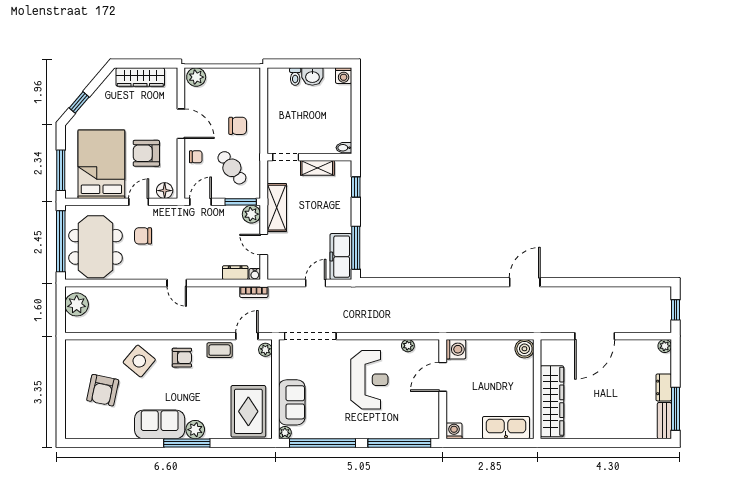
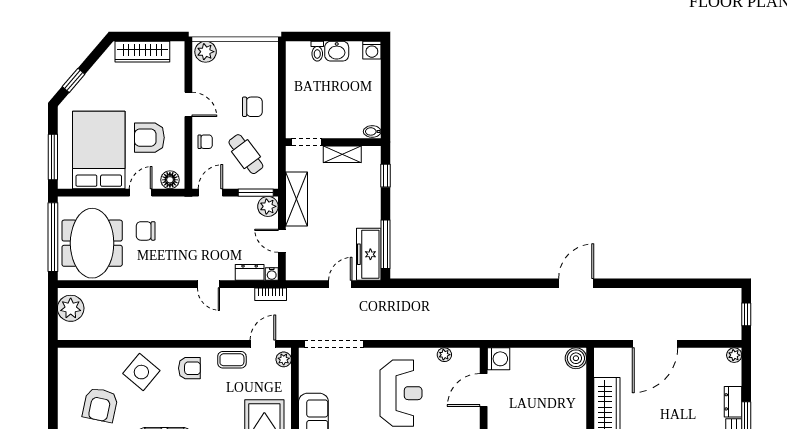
door: (181, 124) -> (188, 104), width x0.73
door: (177, 283) -> (209, 284), moved

